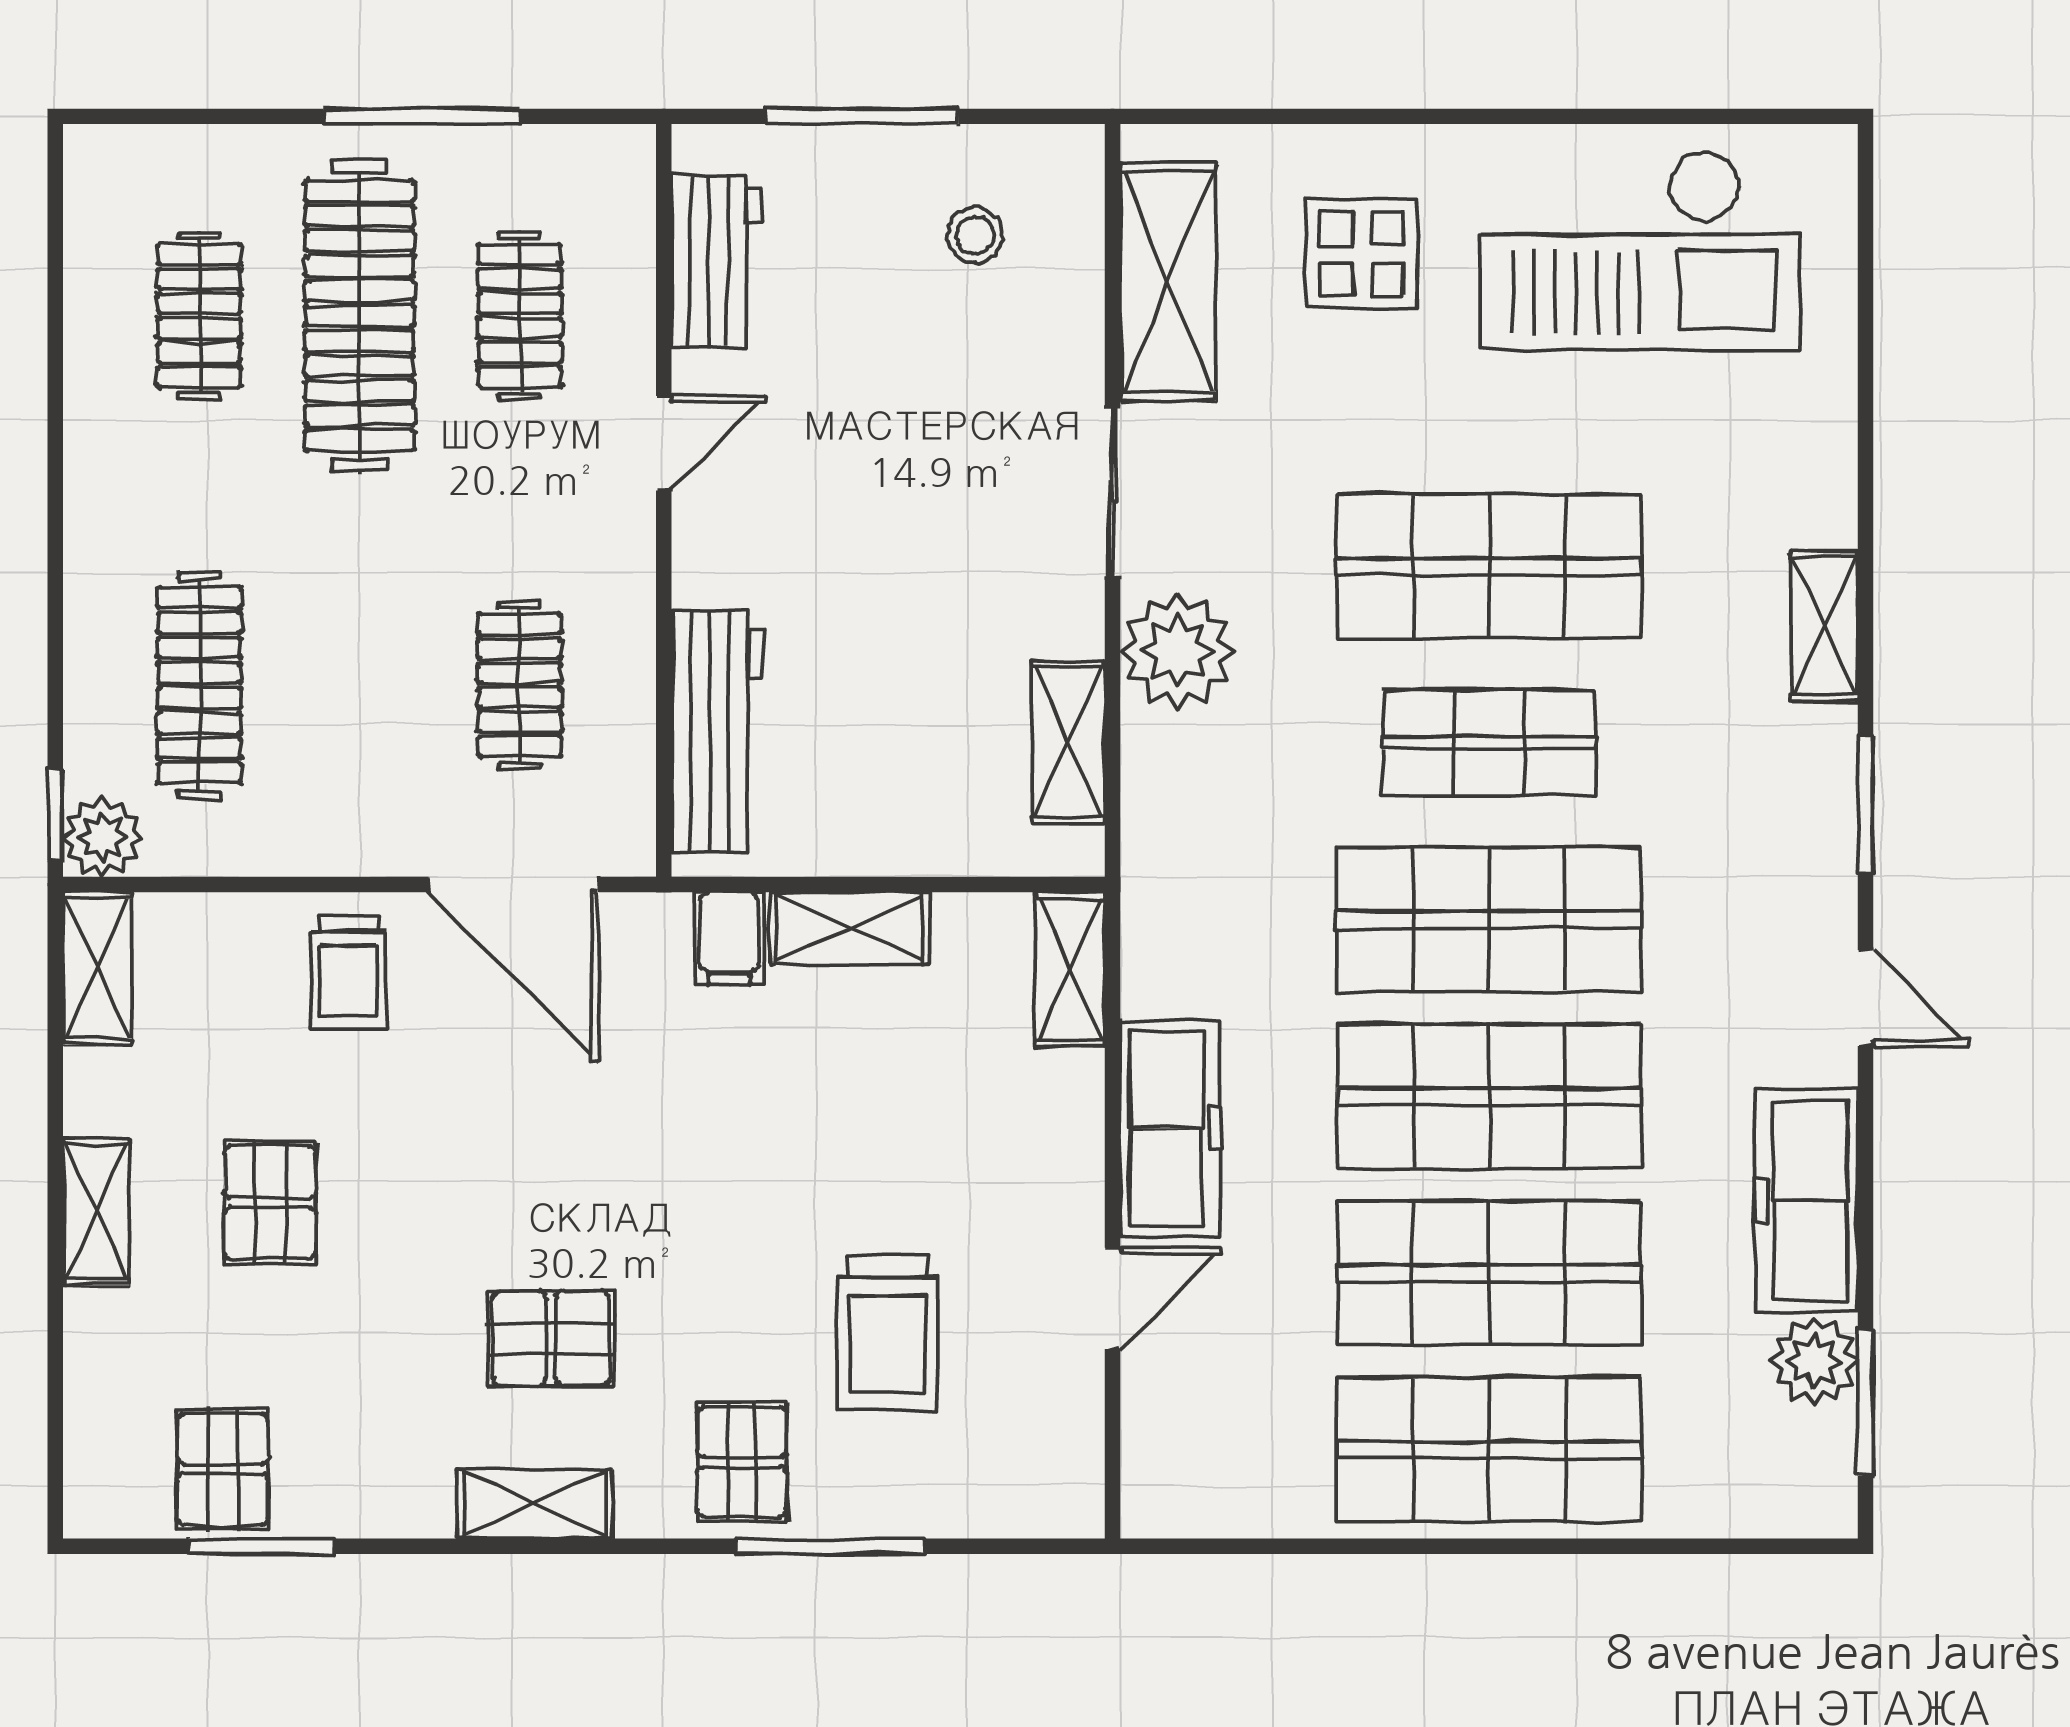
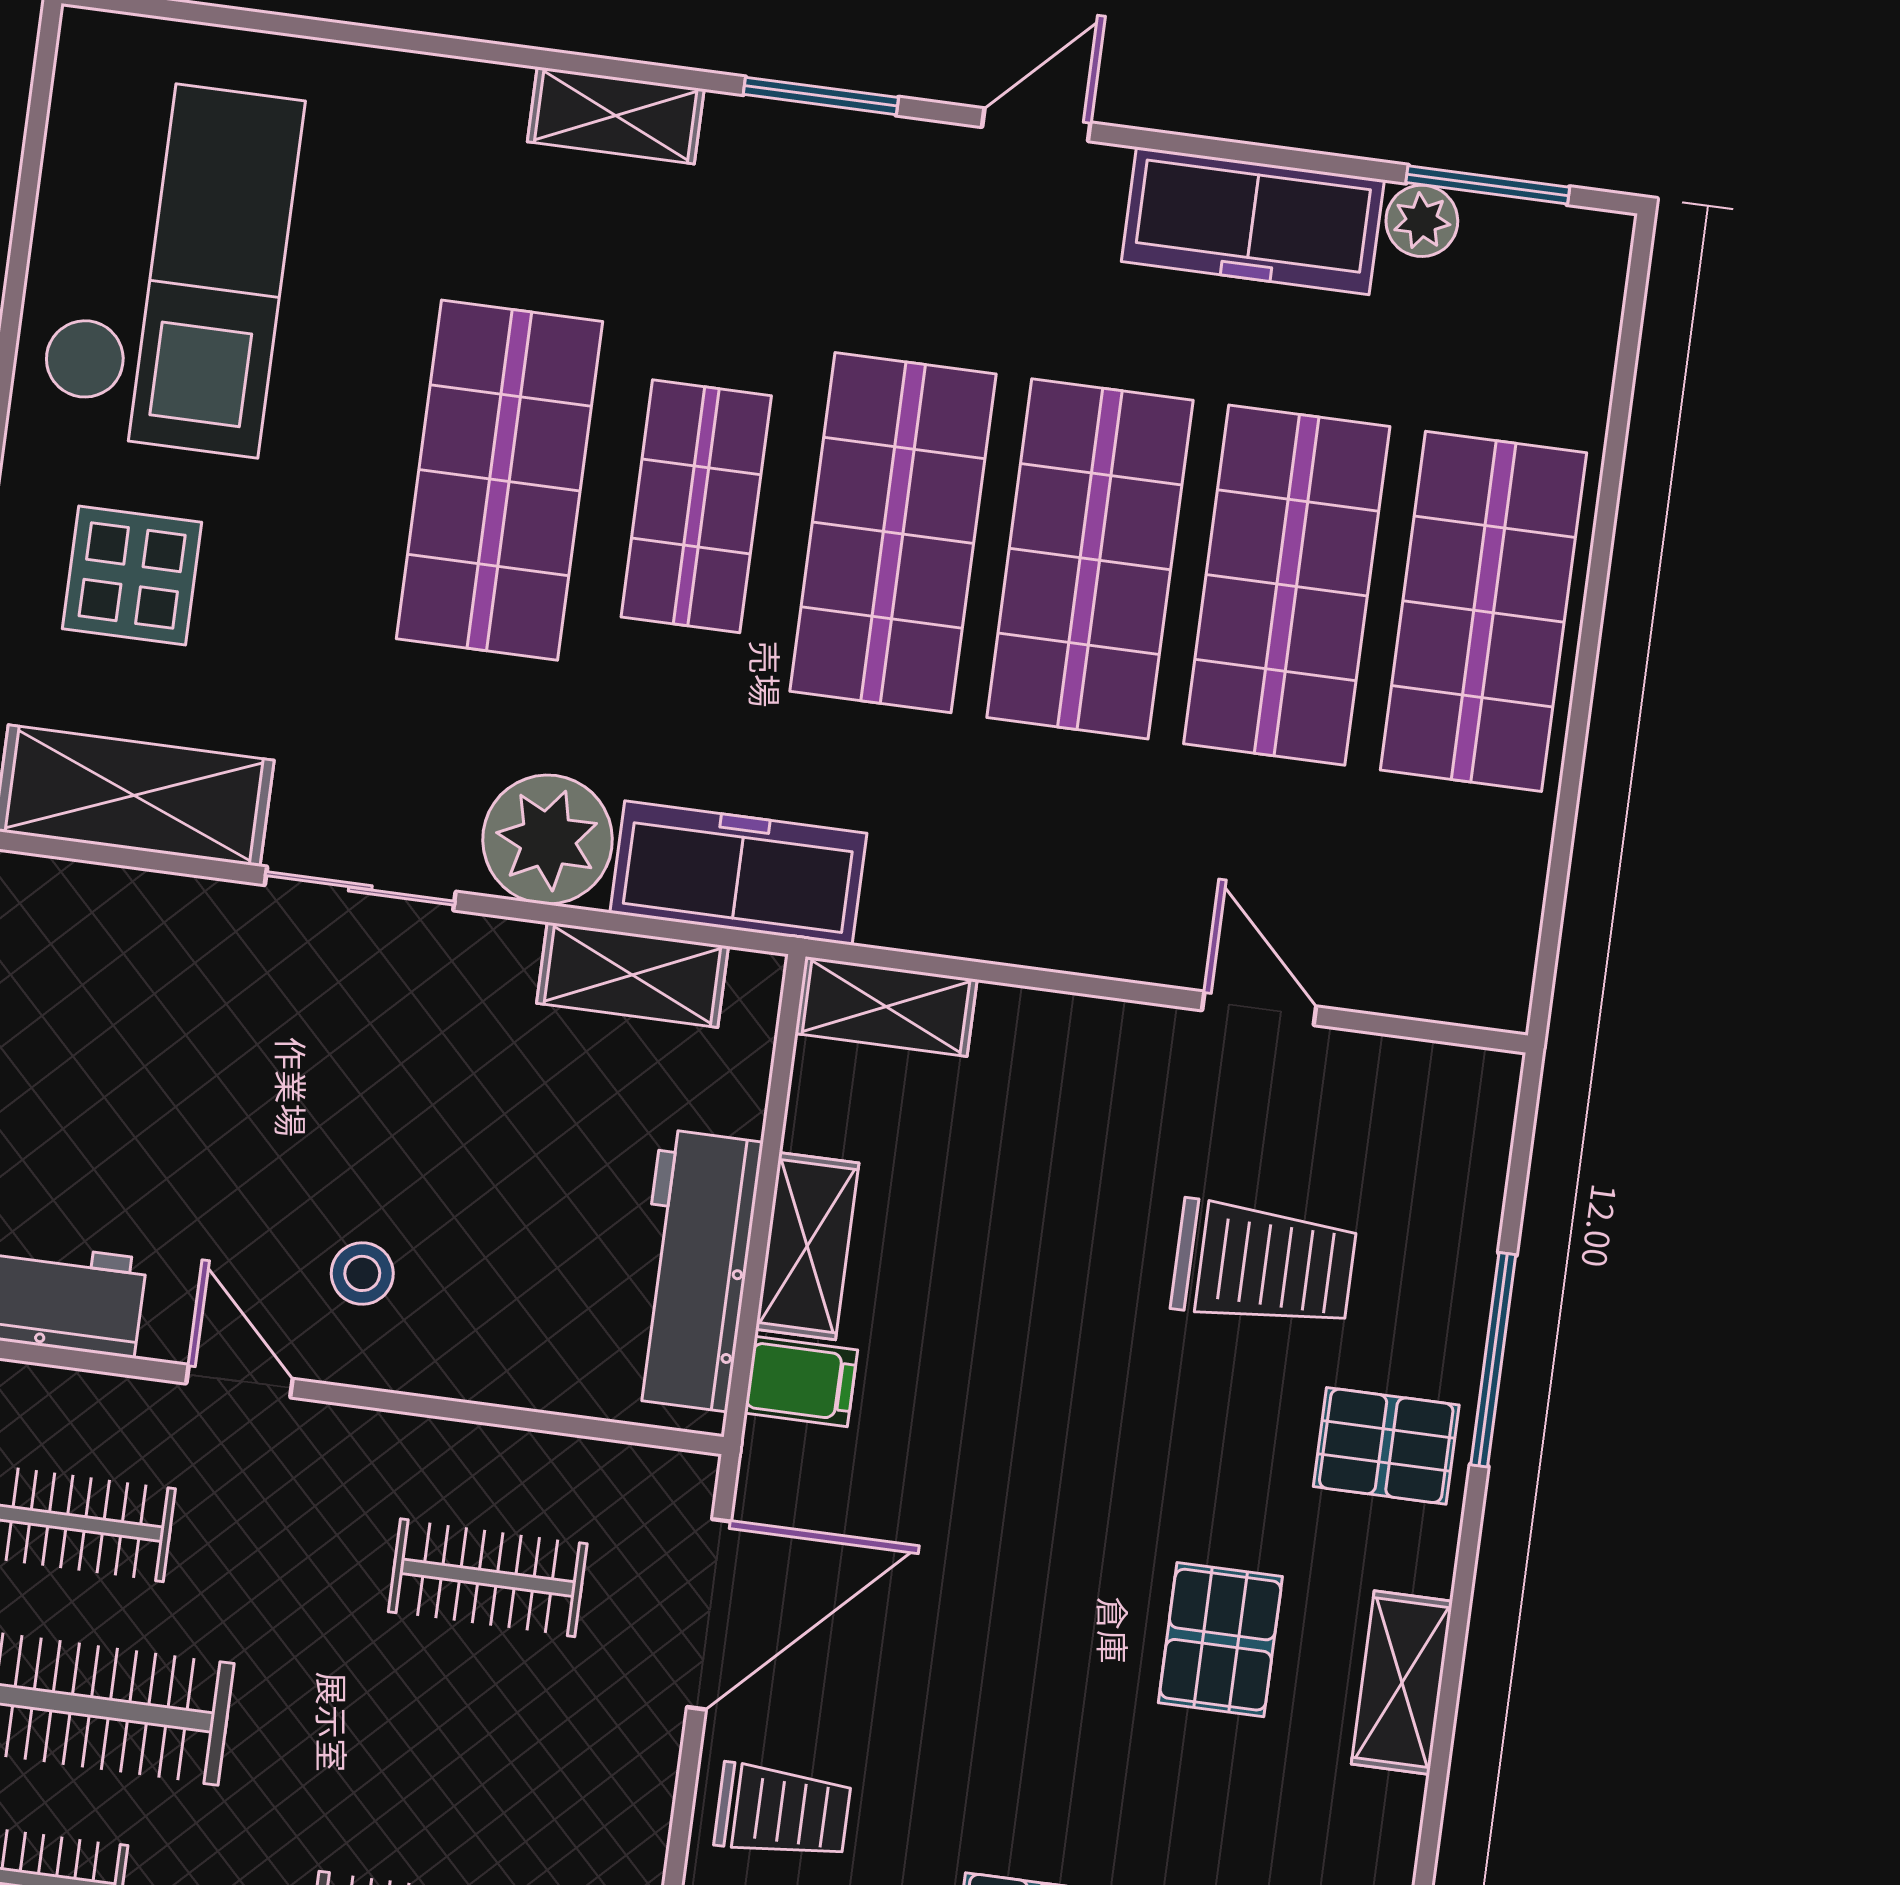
stool: (975, 235) -> (362, 1273), moved
workbench: (717, 731) -> (695, 1270), moved, turned -90
freezer: (1171, 1128) -> (738, 873), moved
plant: (1814, 1361) -> (1422, 221), width x0.73, depth x0.73

